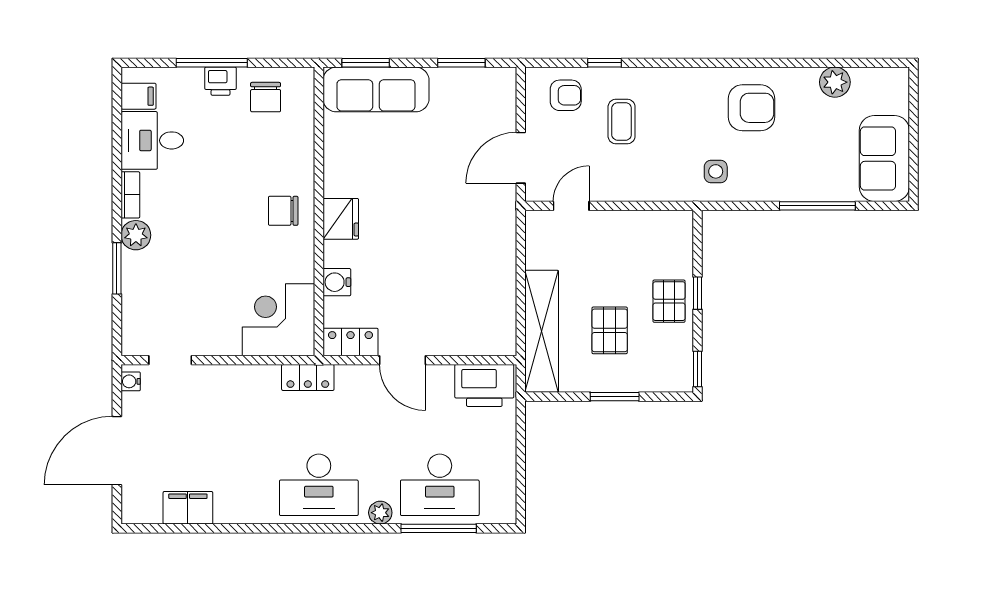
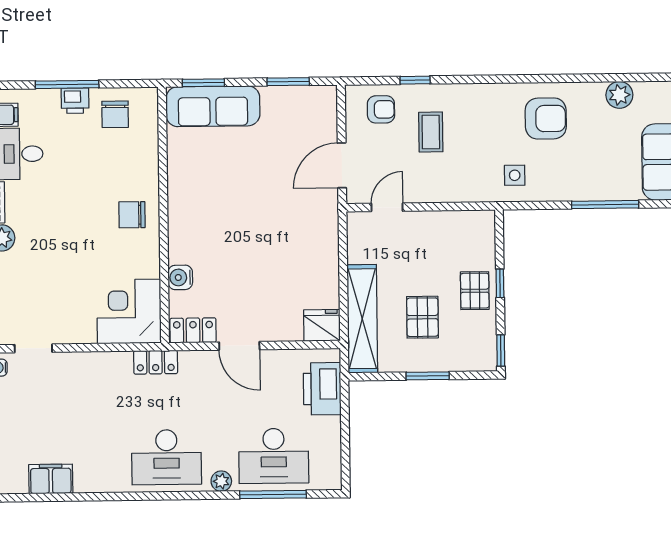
fridge: (341, 219) -> (322, 325), moved, turned -90
printer: (484, 385) -> (322, 389), moved, turned 90

